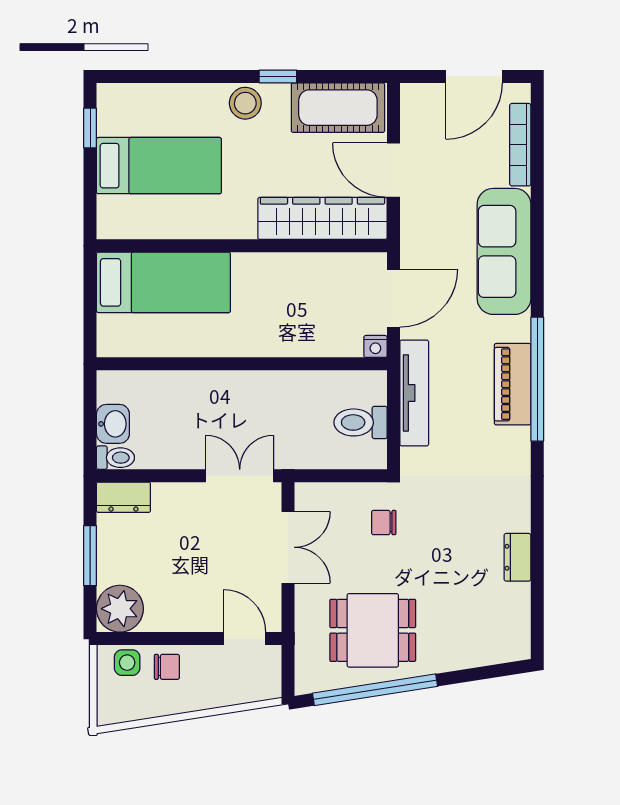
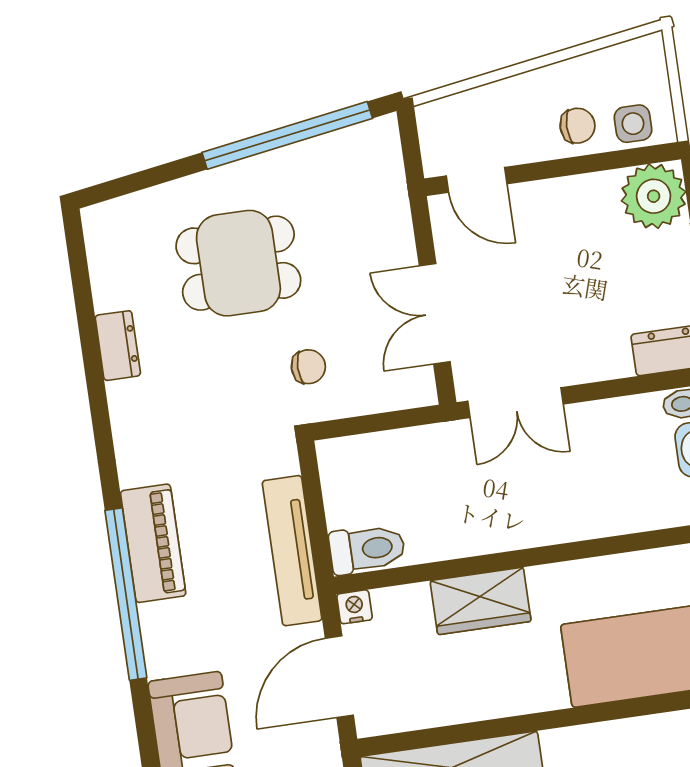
wardrobe: (285, 338) -> (481, 601), added
piano: (513, 384) -> (153, 543), moved
toilet: (361, 422) -> (367, 549), moved
dining table: (373, 630) -> (238, 263), moved
chair: (167, 667) -> (578, 126), turned 180

